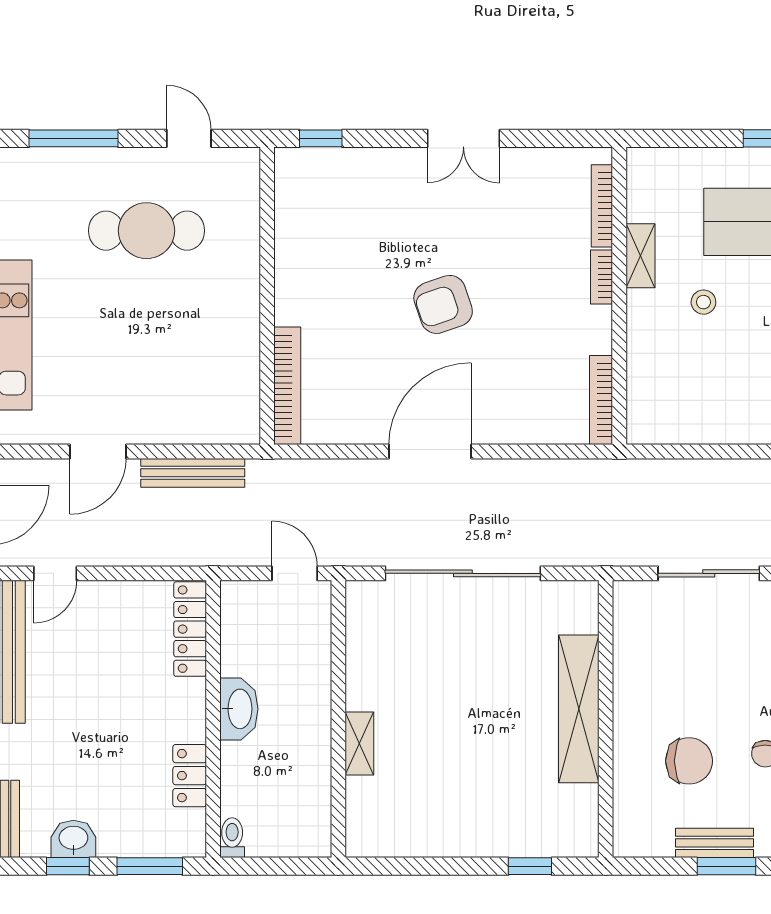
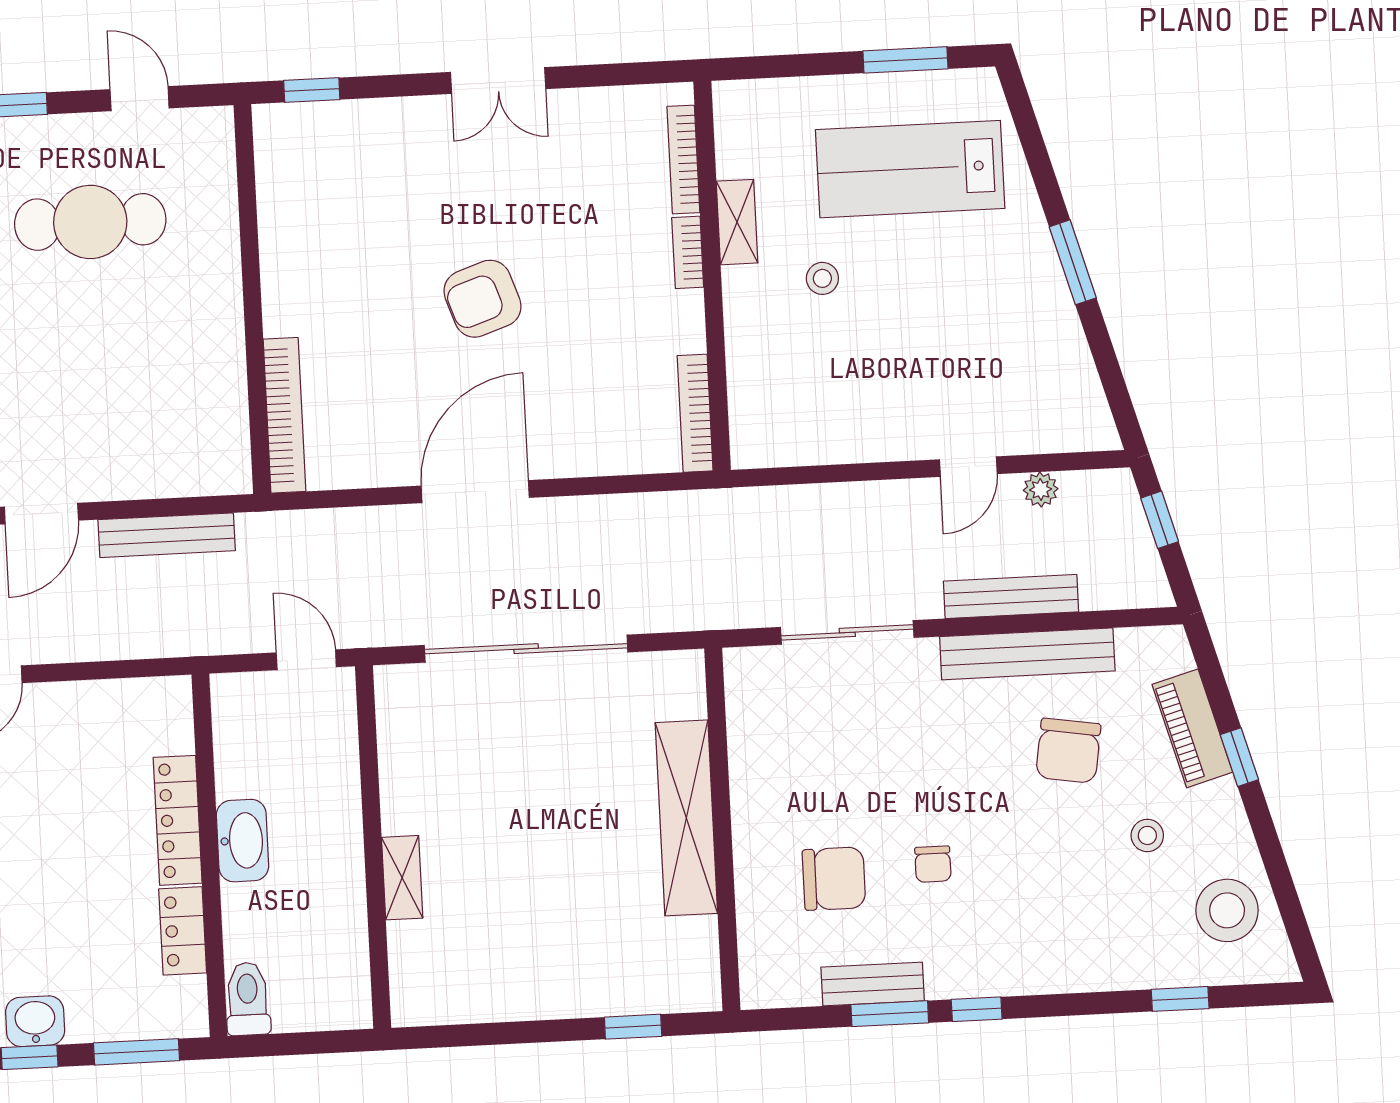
locker: (190, 629) -> (178, 820), moved
toilet: (232, 838) -> (248, 999), width x1.37, depth x1.39

